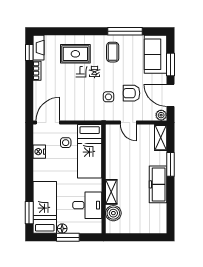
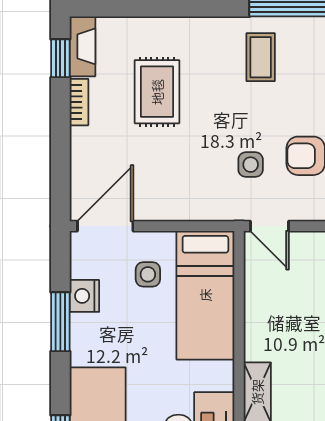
rug: (75, 54) -> (157, 92), moved, turned 90
door: (128, 123) -> (270, 226), moved
window: (29, 162) -> (60, 322), added

